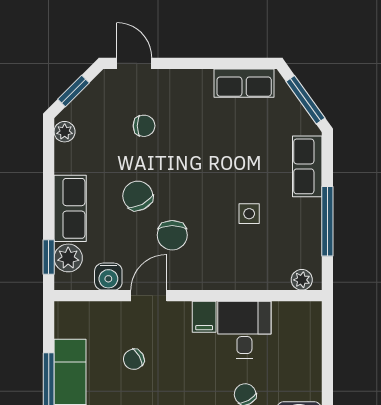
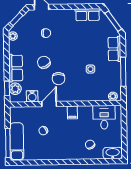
desk: (244, 330) -> (104, 117), moved

